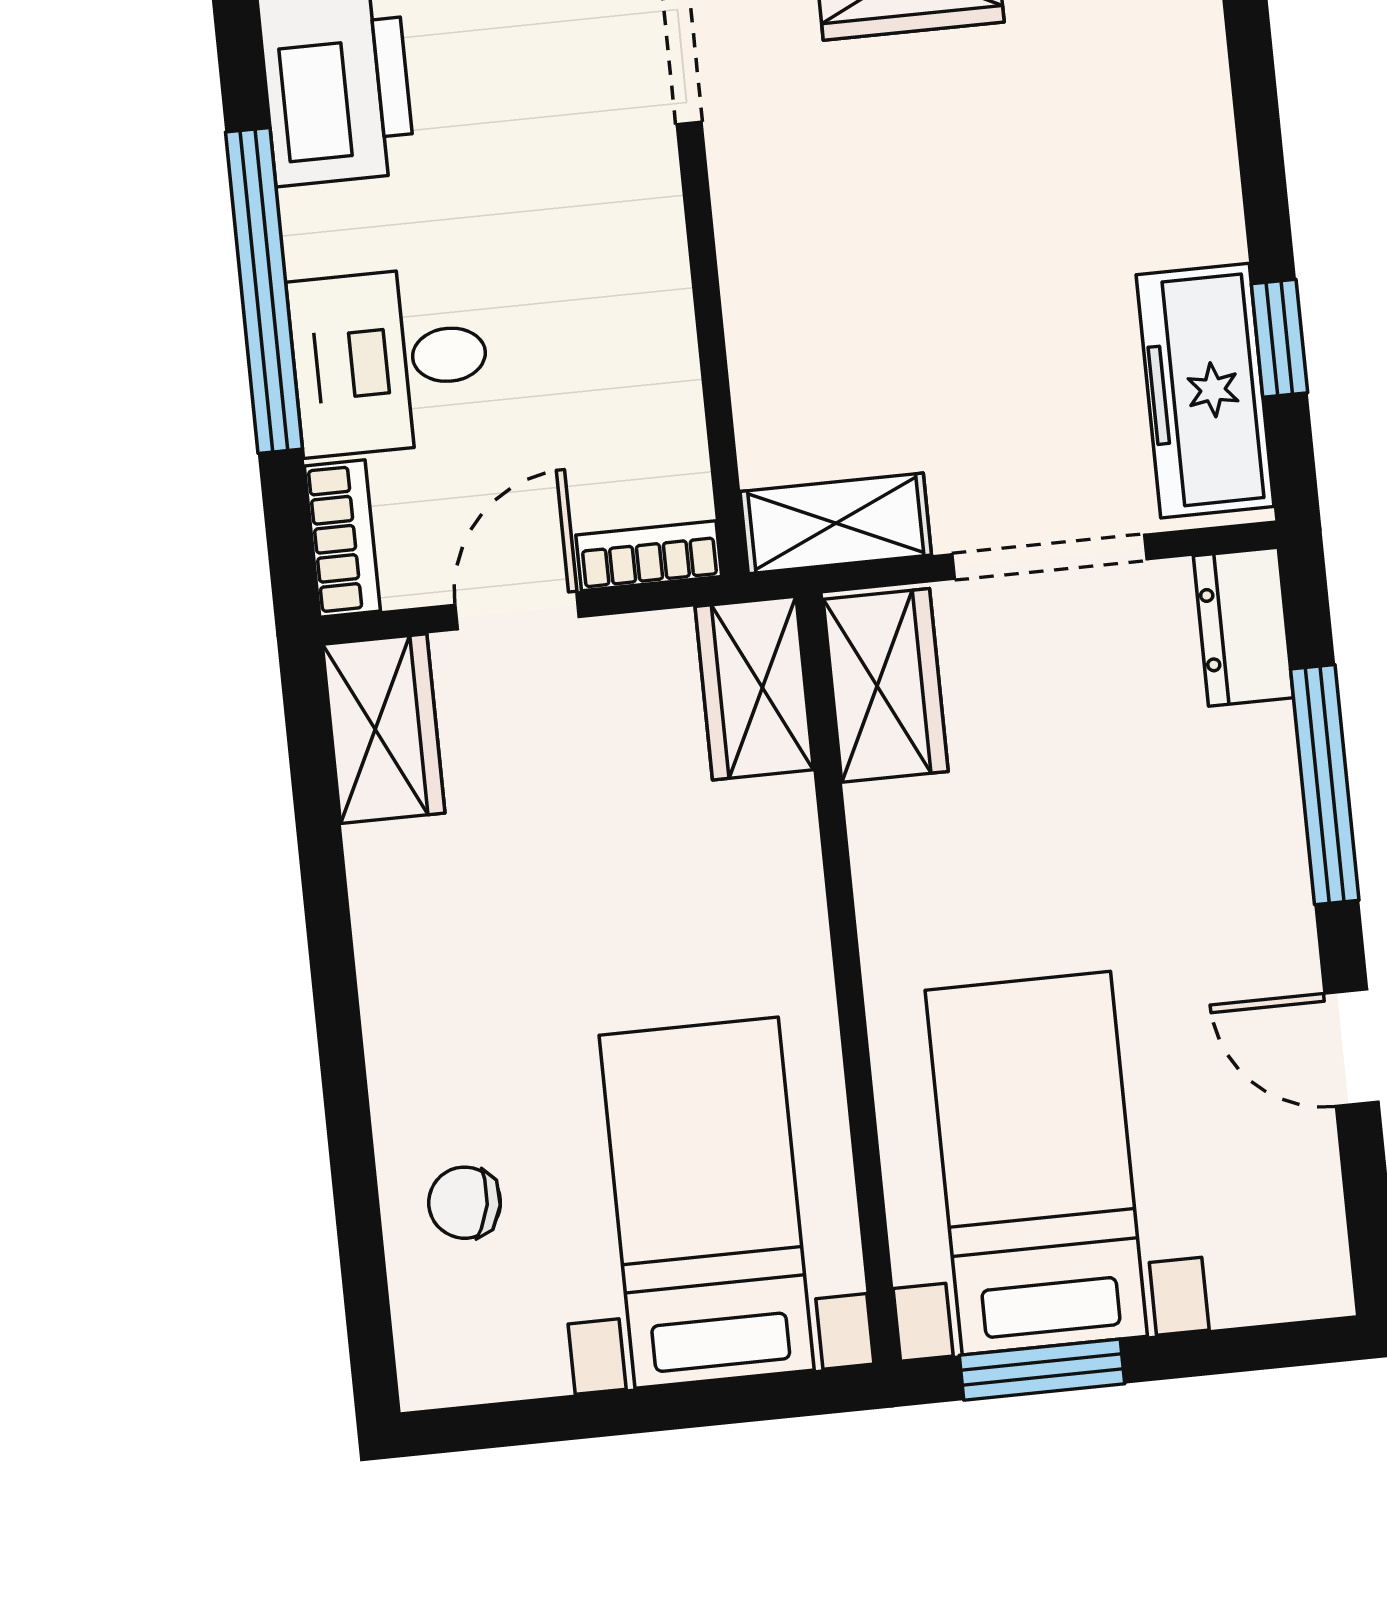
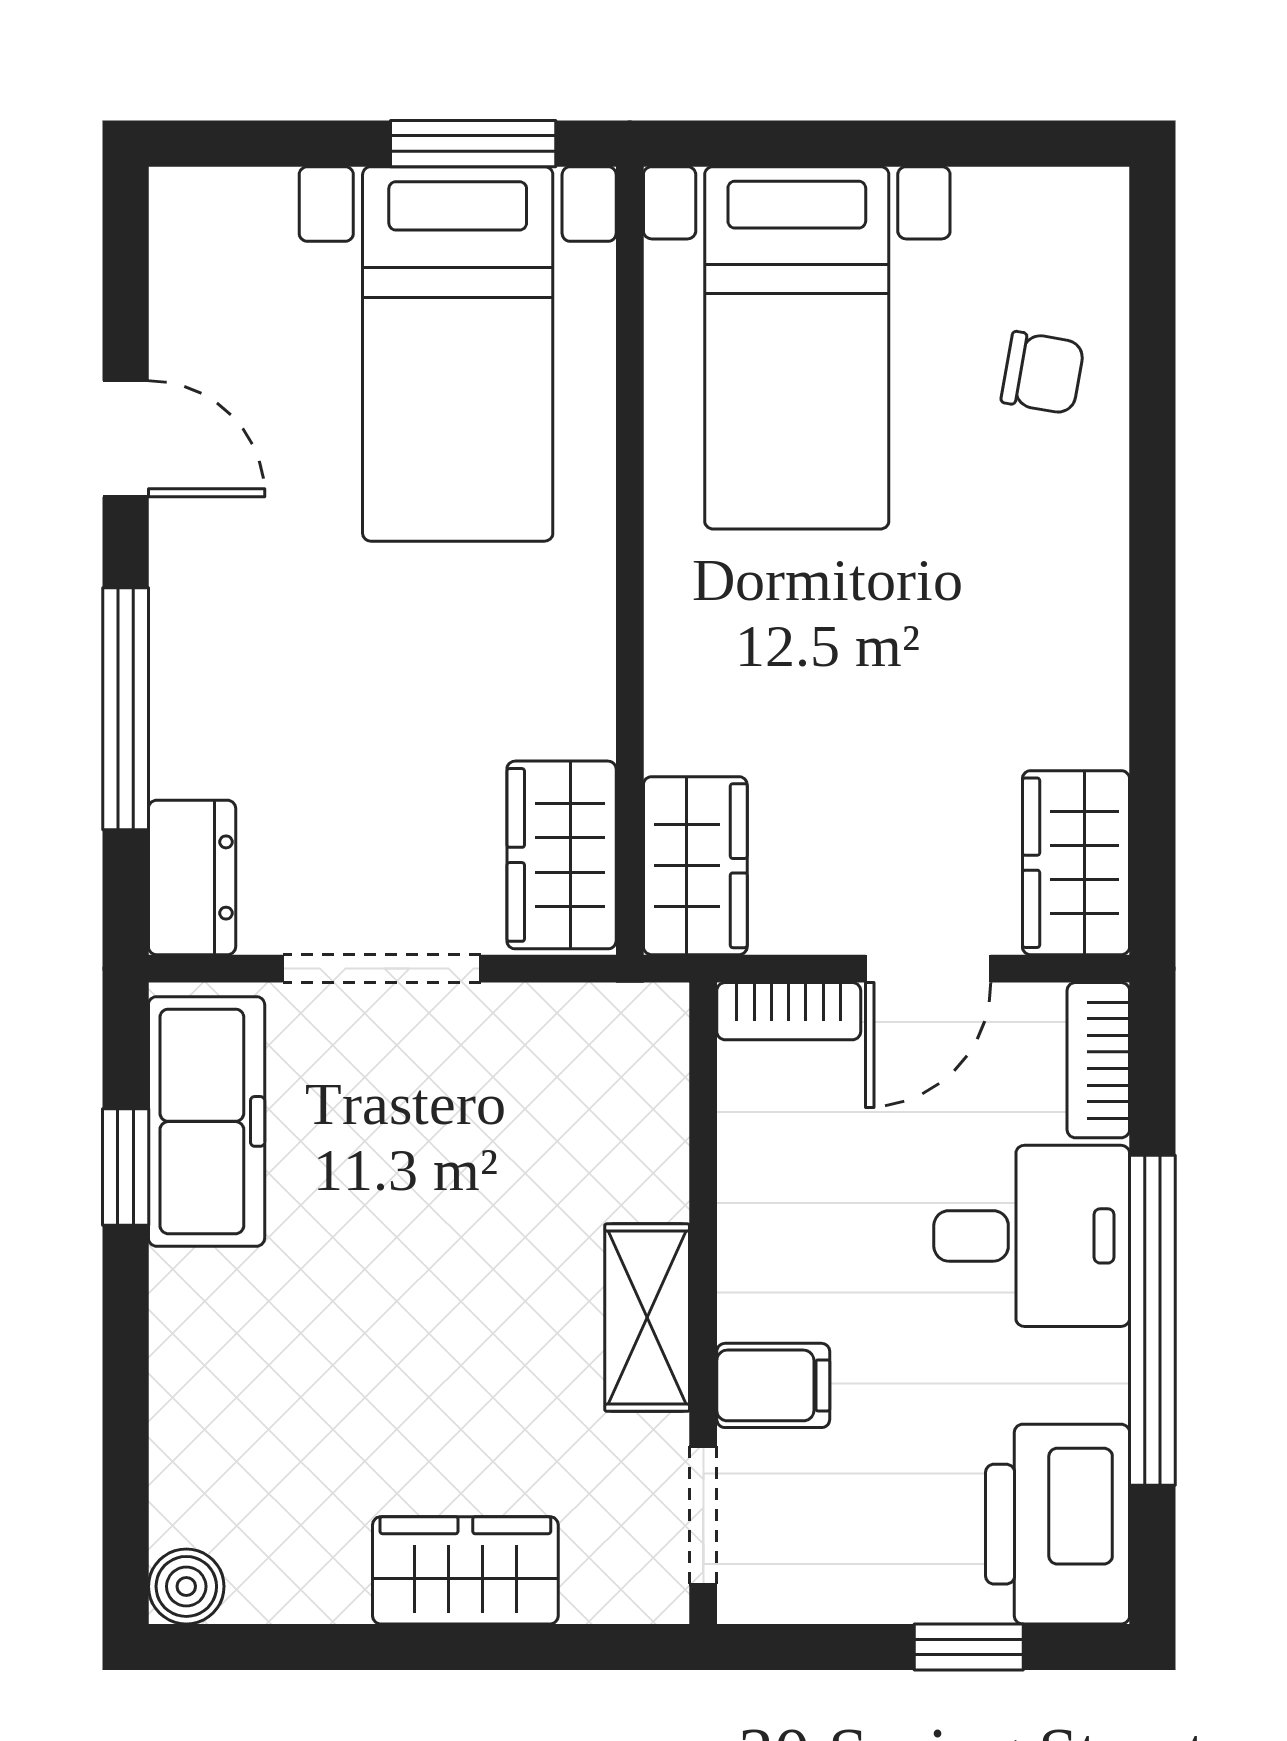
filing cabinet: (627, 189) -> (773, 1385), added
shelving: (836, 523) -> (647, 1318), moved, turned 90

